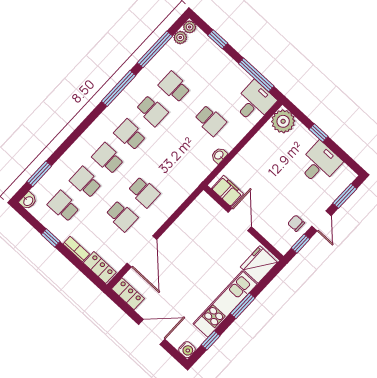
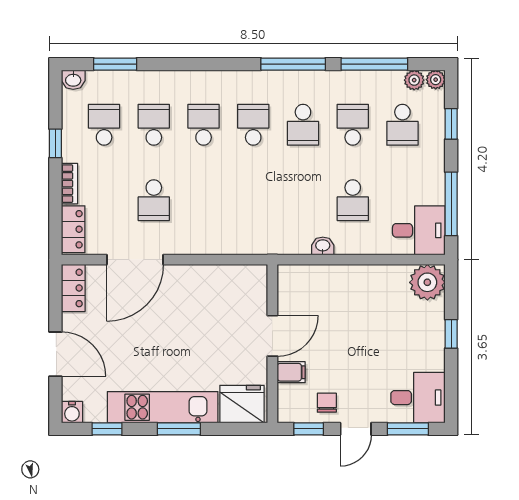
desk: (320, 164) -> (418, 398), moved
filing cabinet: (227, 191) -> (291, 372), moved, width x0.50
school desk: (144, 192) -> (402, 125), moved

